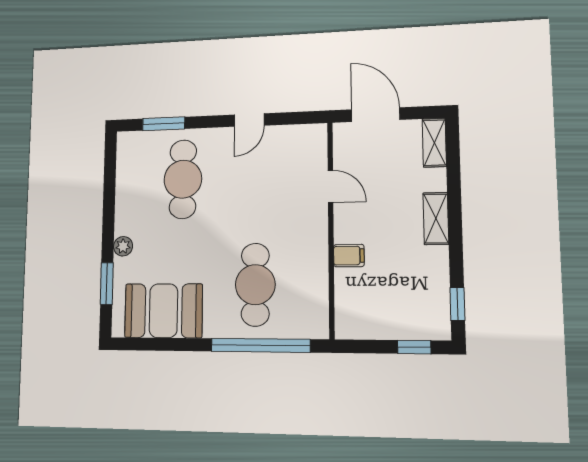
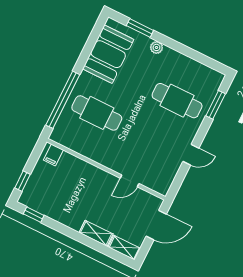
door: (249, 120) -> (191, 155), swing flipped
shelving: (436, 219) -> (96, 233), moved
filing cabinet: (349, 256) -> (53, 155), moved

